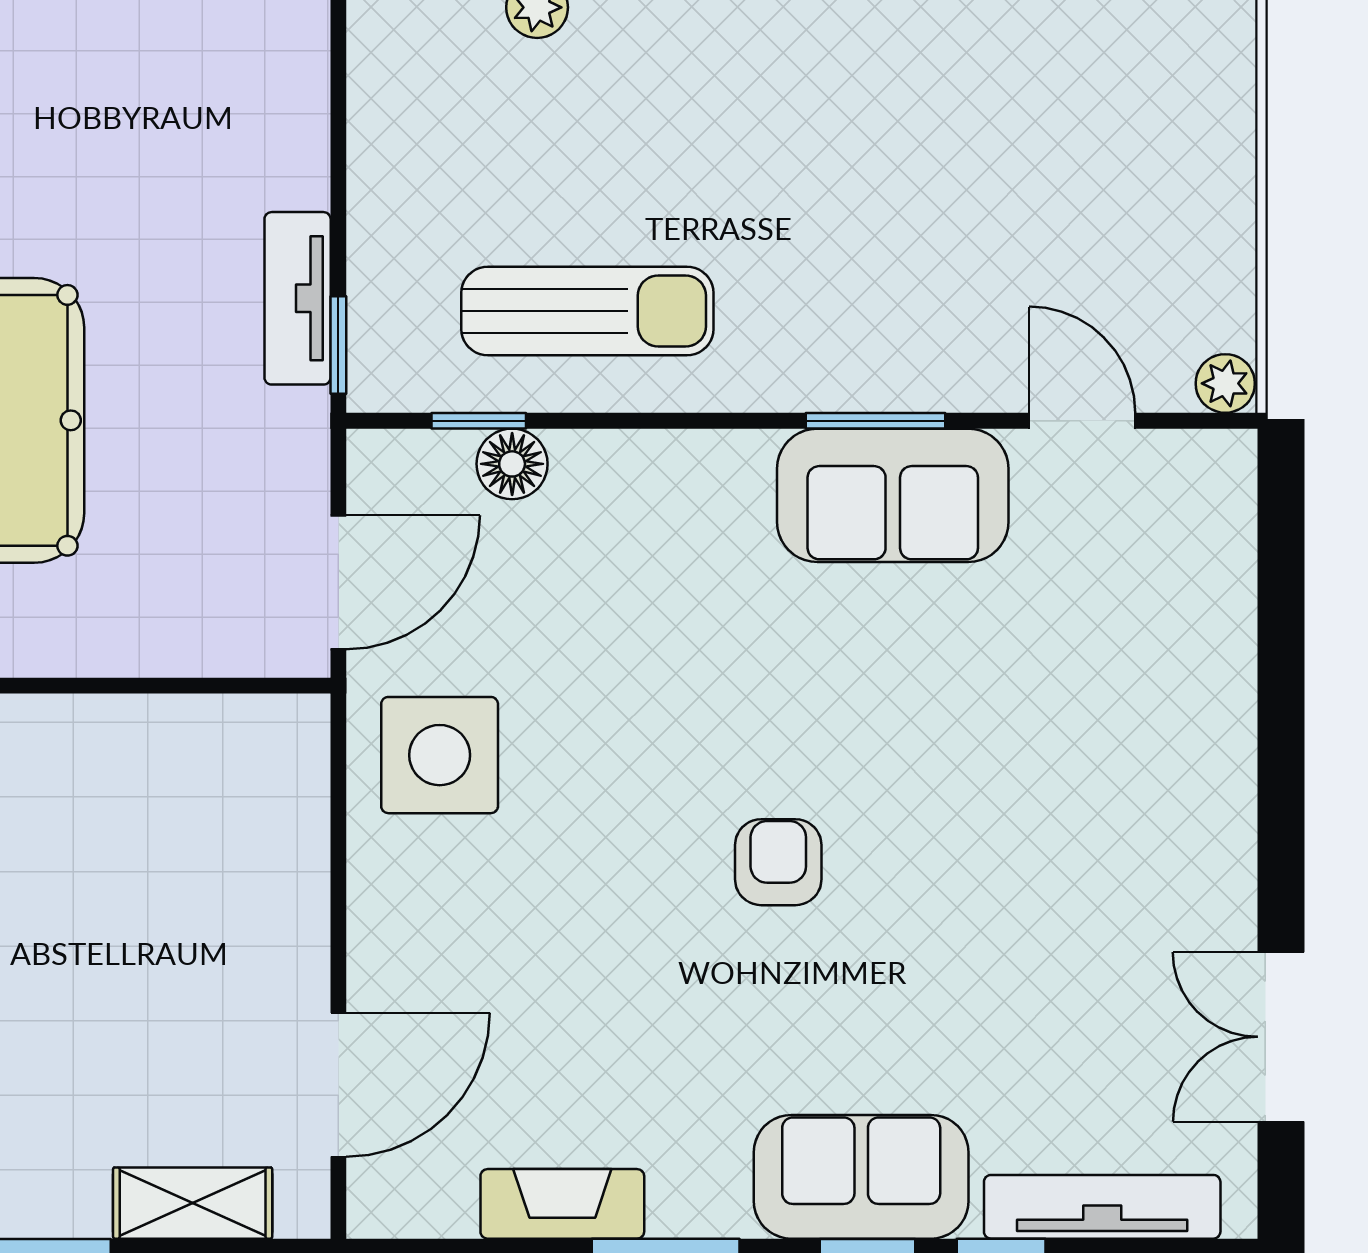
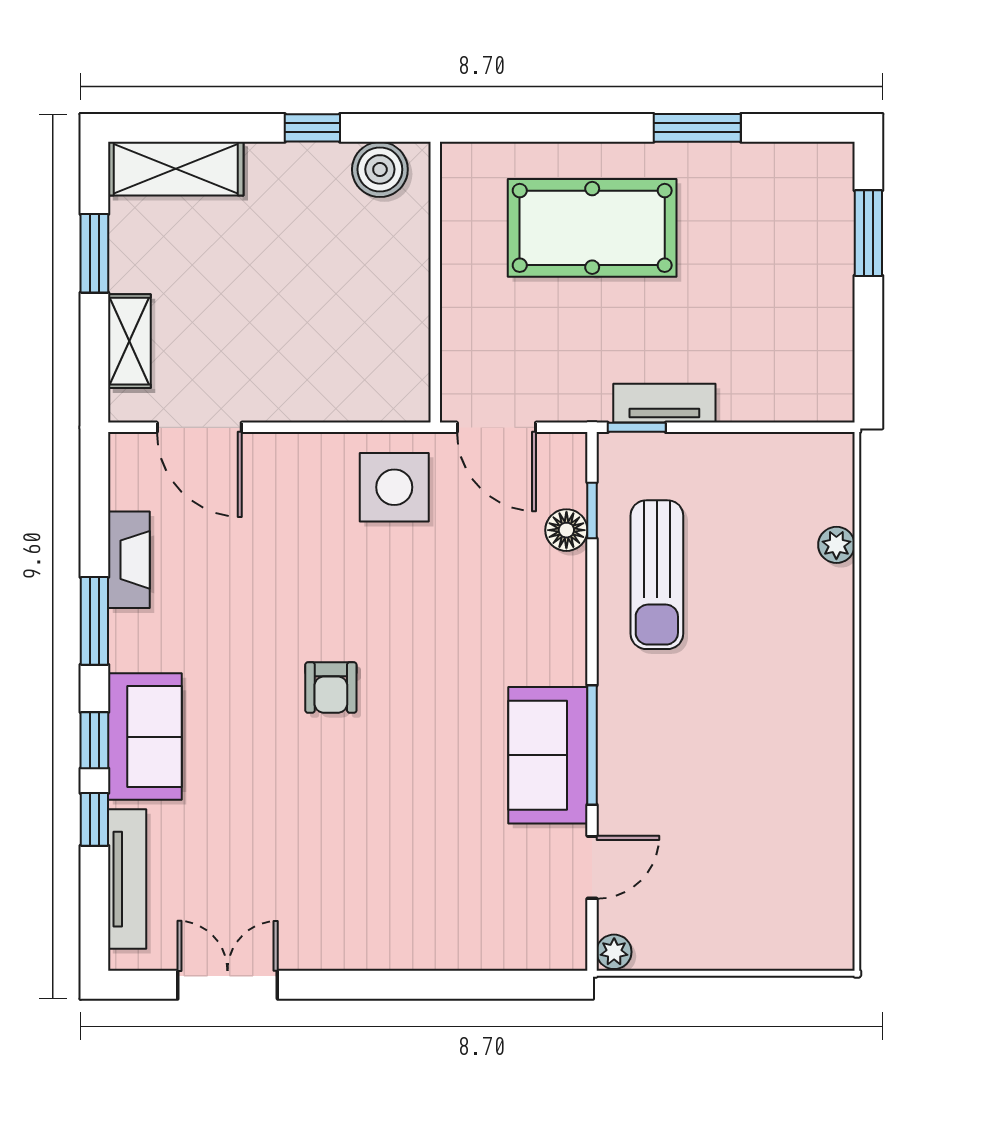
window: (876, 421) -> (592, 745), width x1.44
armchair: (778, 862) -> (331, 688), turned 90

